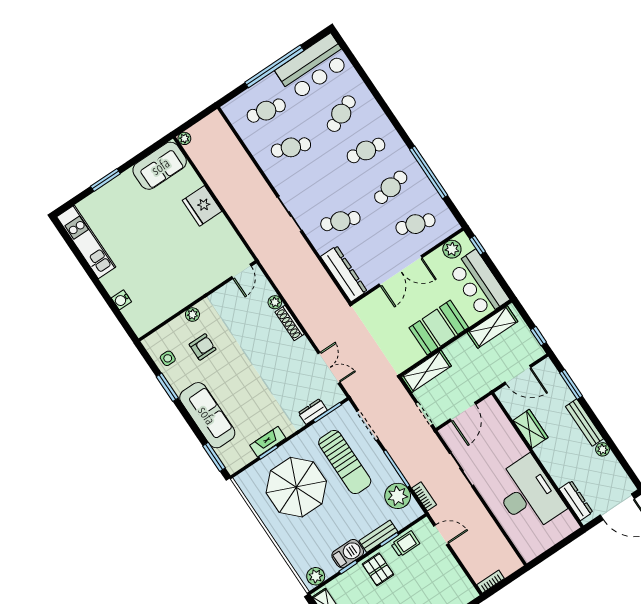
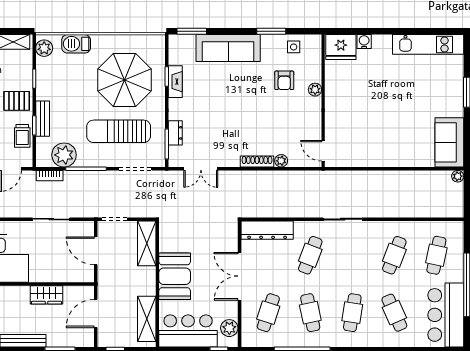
fridge: (202, 206) -> (341, 47), moved, turned 180
barbecue: (348, 554) -> (76, 44), moved, turned 90

